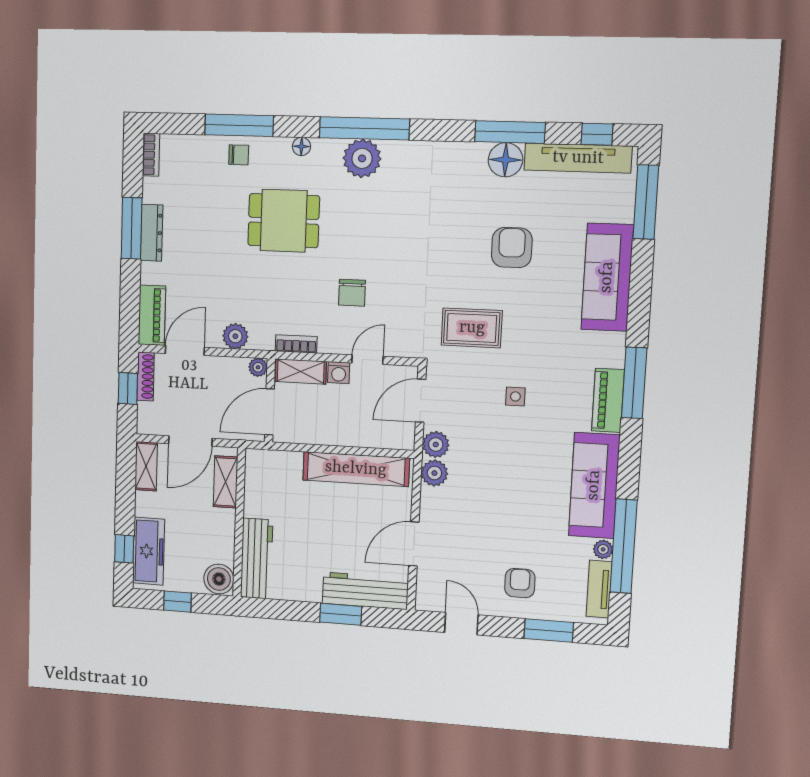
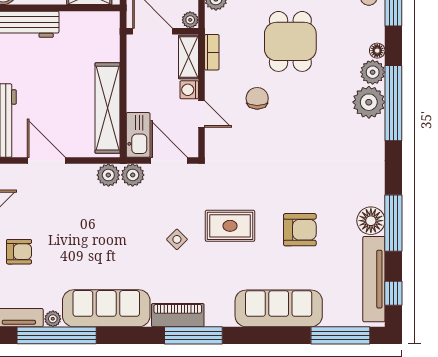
plant: (327, 153) -> (373, 72), added
dining table: (284, 221) -> (290, 41), moved
chair: (352, 293) -> (257, 98), turned 90
rug: (472, 328) -> (230, 226), moved, turned 90
side table: (515, 396) -> (177, 239), turned 45
kitchen sink: (389, 435) -> (138, 135), added

